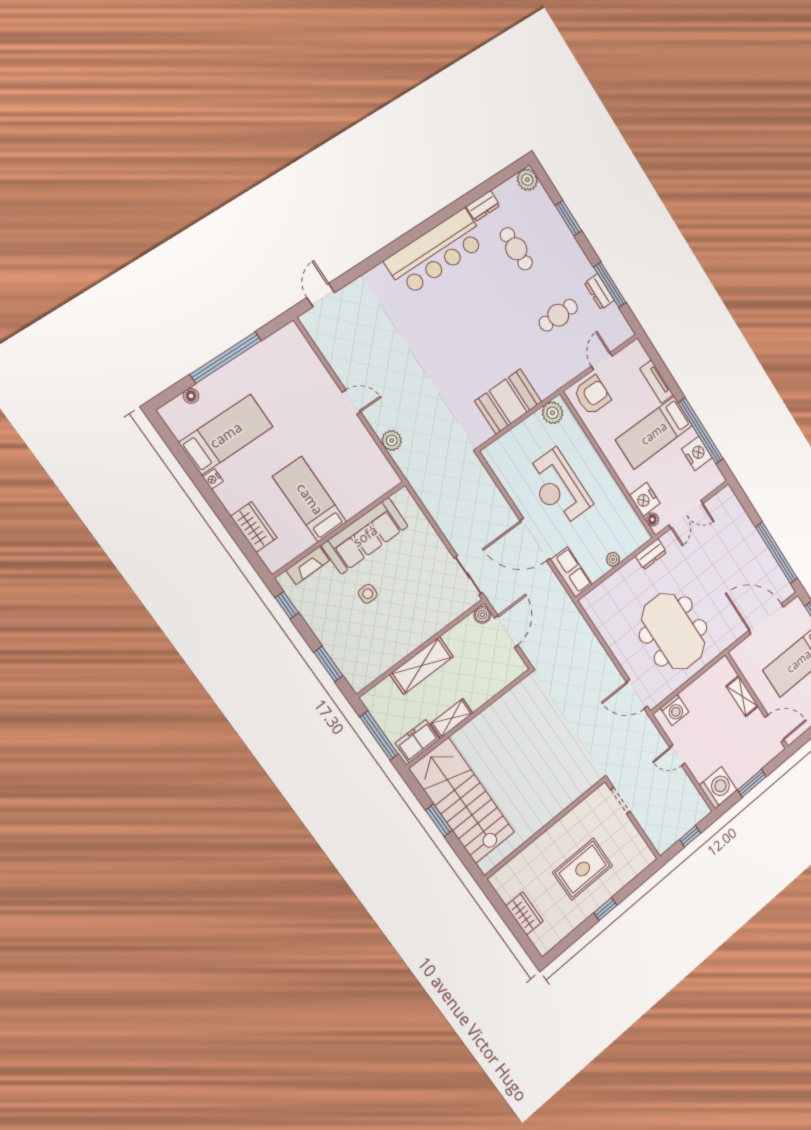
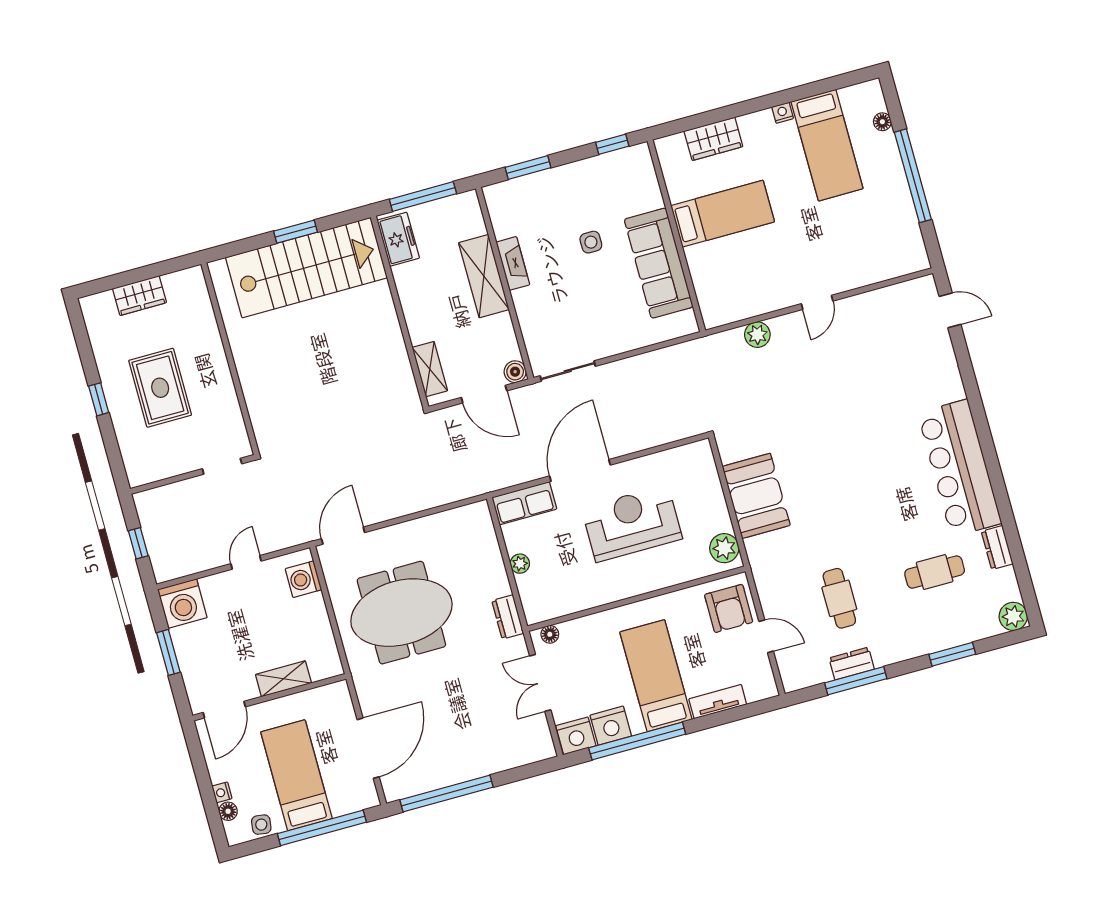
nightstand: (645, 499) -> (576, 736), moved, turned 180
fireplace: (308, 565) -> (513, 263), moved, turned 180
shelving: (452, 718) -> (430, 369), moved

